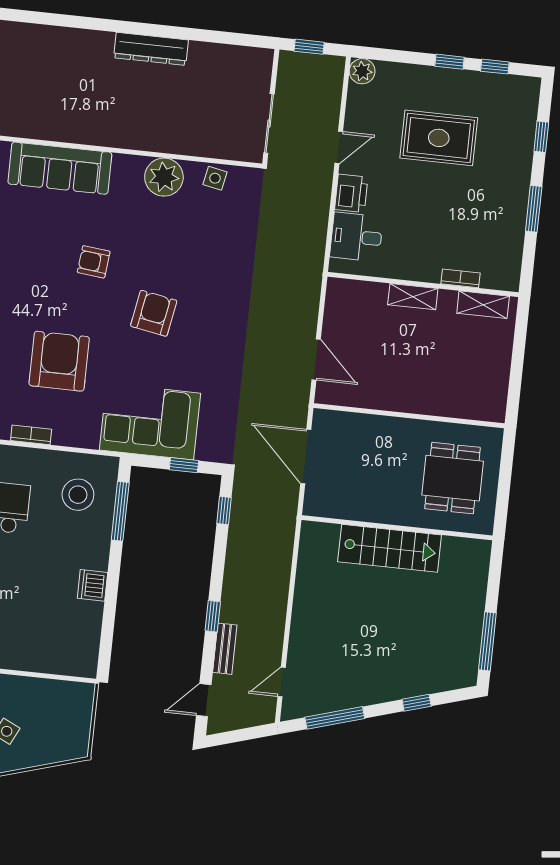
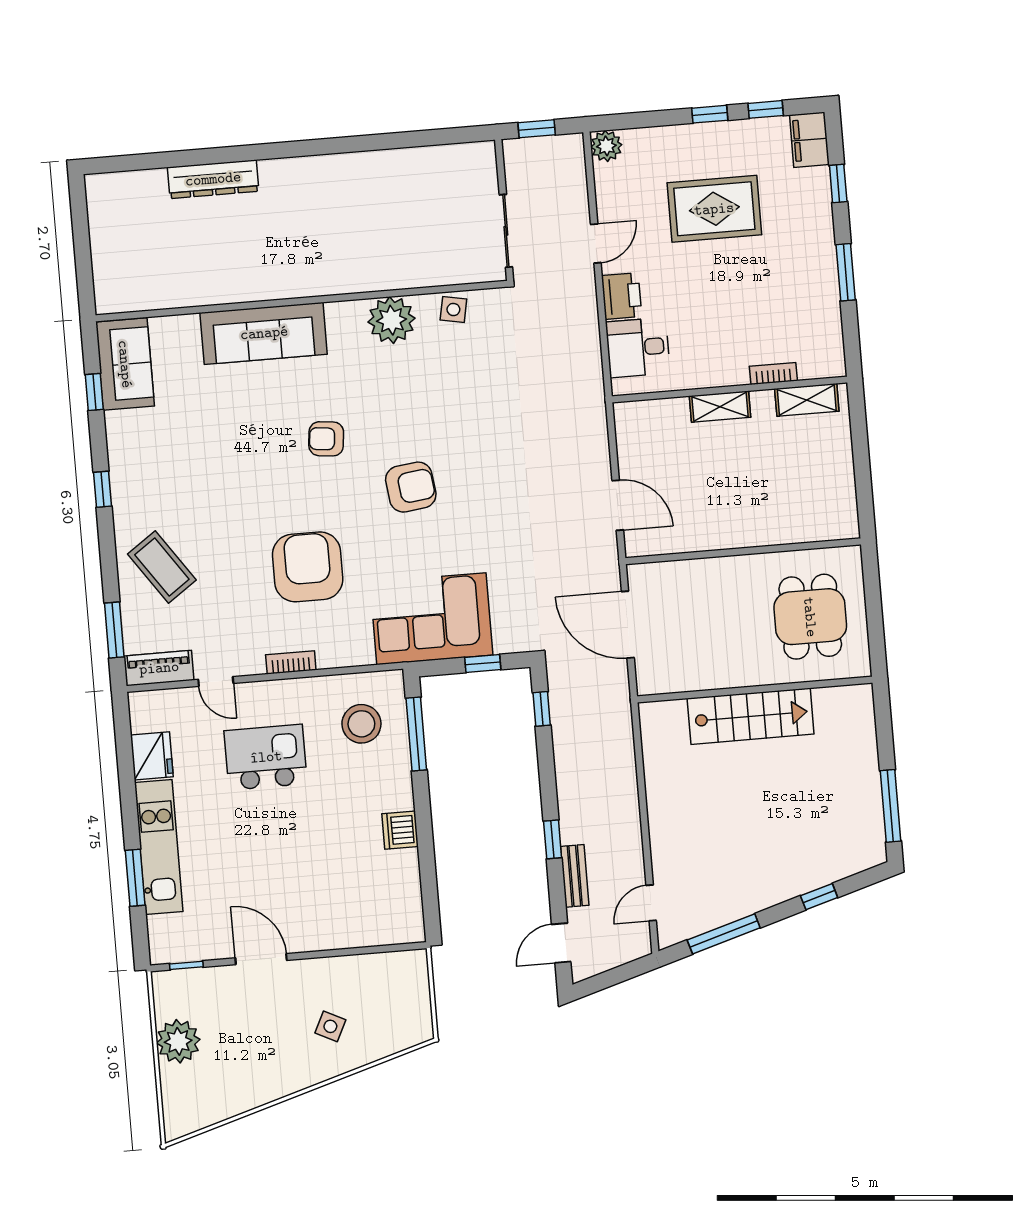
dresser: (151, 49) -> (213, 179), moved
filing cabinet: (525, 97) -> (809, 140), added
armchair: (154, 313) -> (411, 487), turned 73

